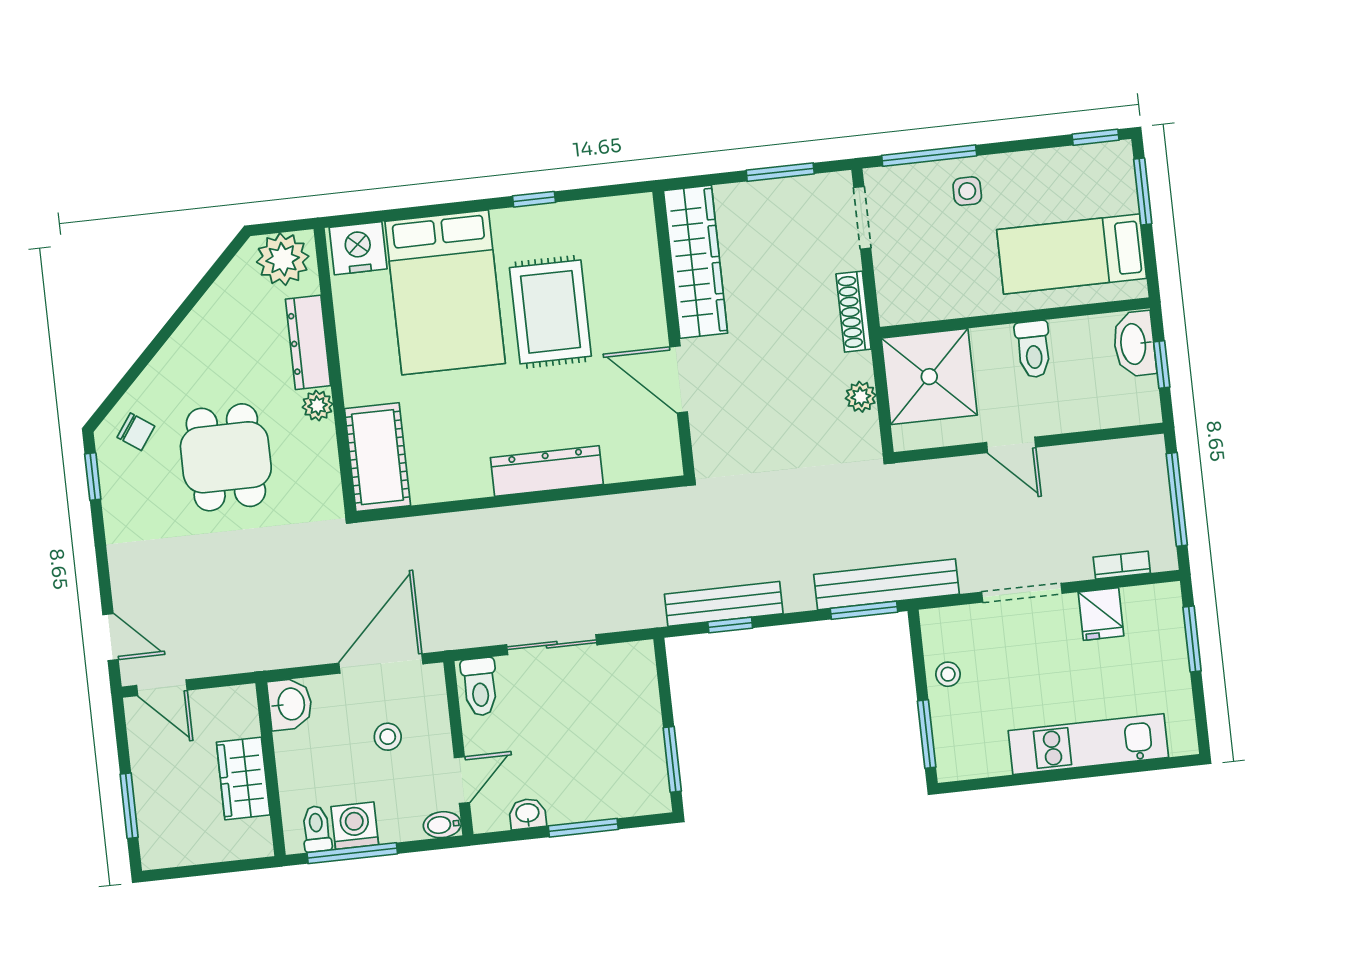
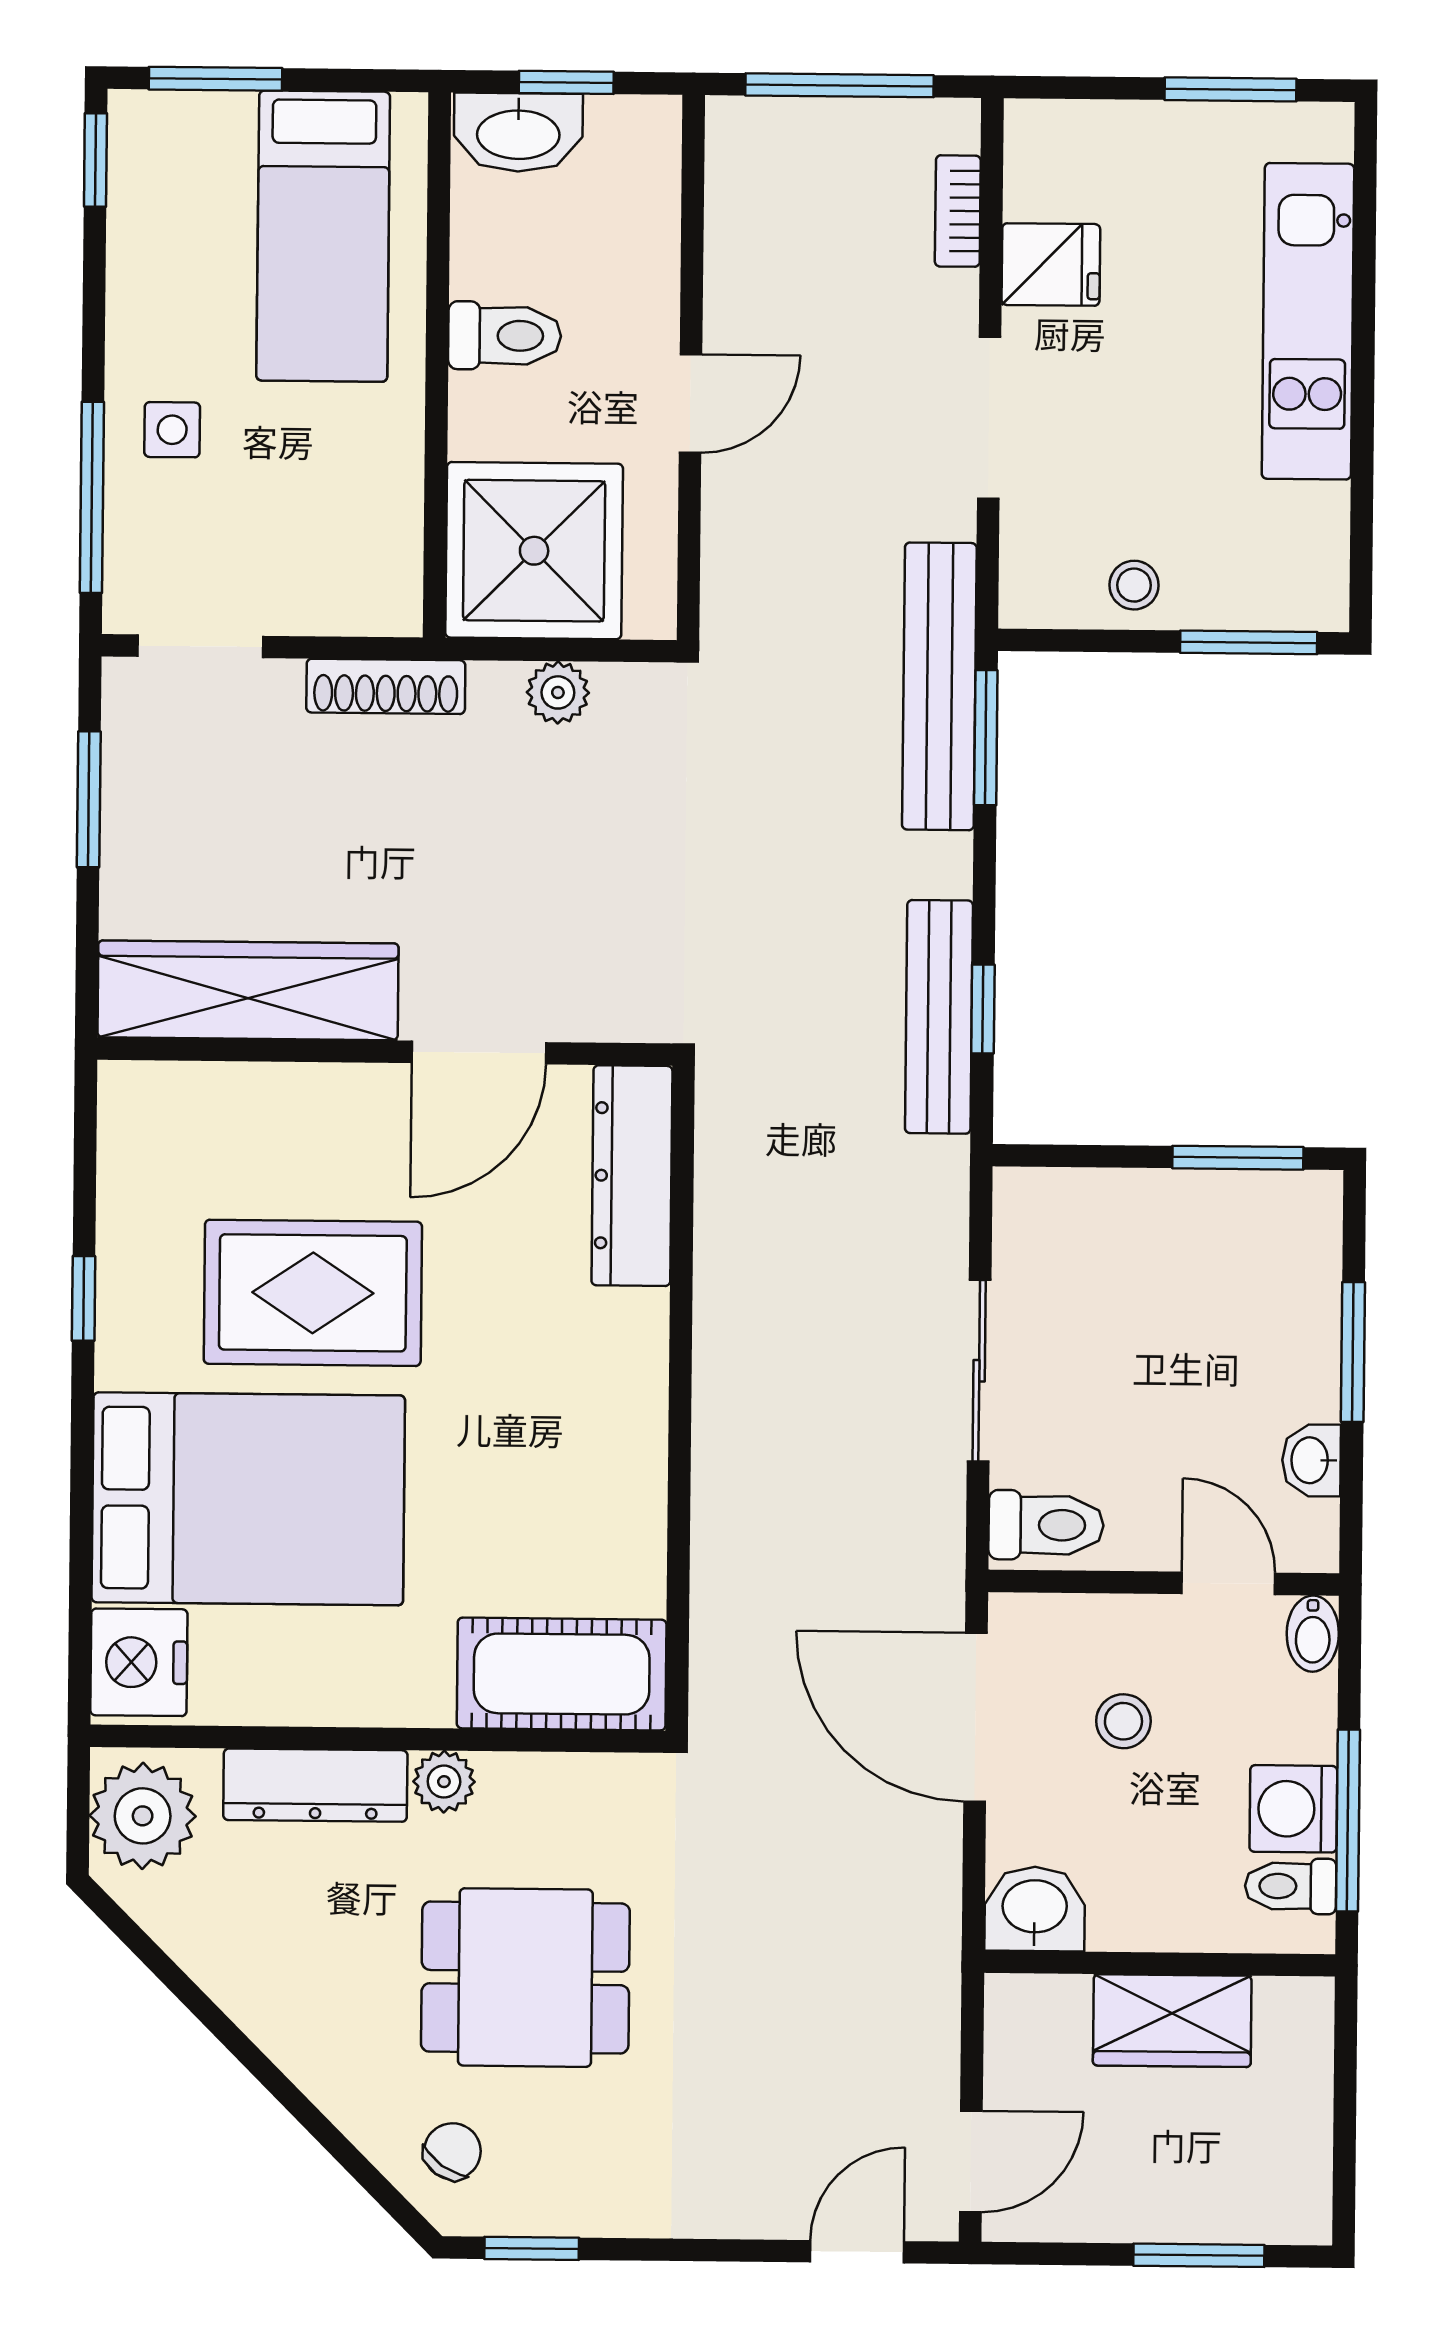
dresser: (547, 471) -> (632, 1176), moved
window: (1192, 639) -> (1230, 89), moved

